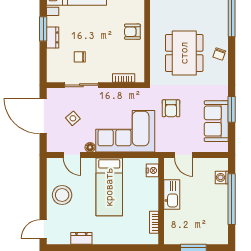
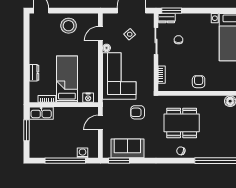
window: (43, 29) -> (172, 11), moved
dresser: (53, 37) -> (167, 18), moved
window: (232, 109) -> (119, 161), moved
bed: (109, 187) -> (67, 79), moved, turned 90
kitchen sink: (172, 194) -> (41, 113), moved
dresser: (81, 238) -> (34, 73), moved

